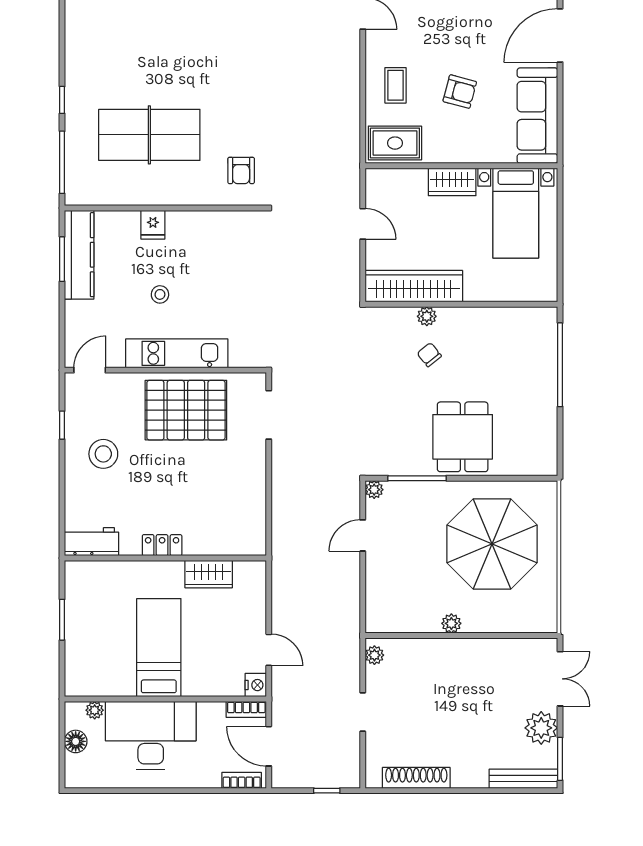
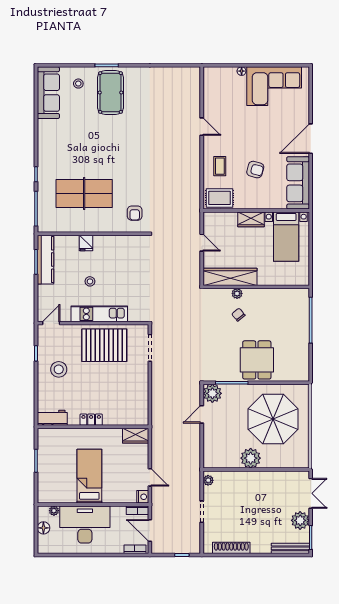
plant: (374, 490) -> (212, 393), width x1.88, depth x1.88
wardrobe: (209, 574) -> (136, 436), moved
plant: (451, 623) -> (251, 458), width x1.87, depth x1.87

